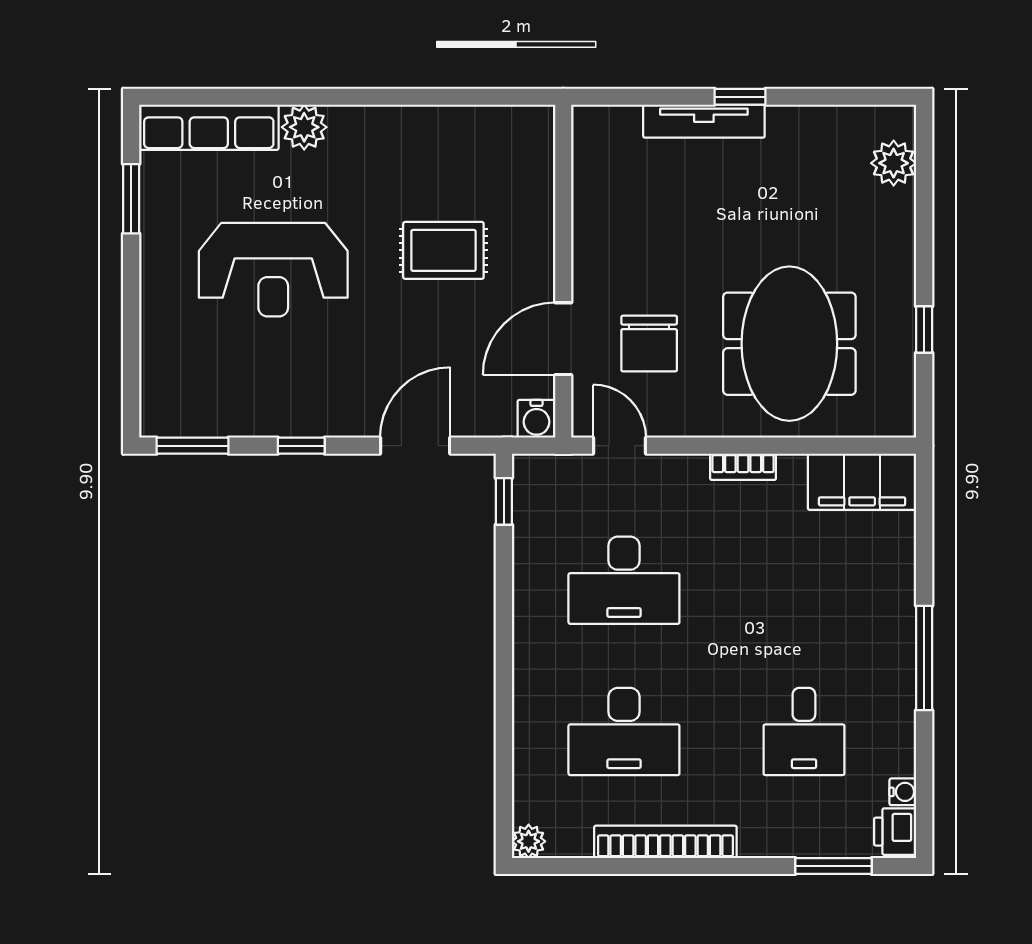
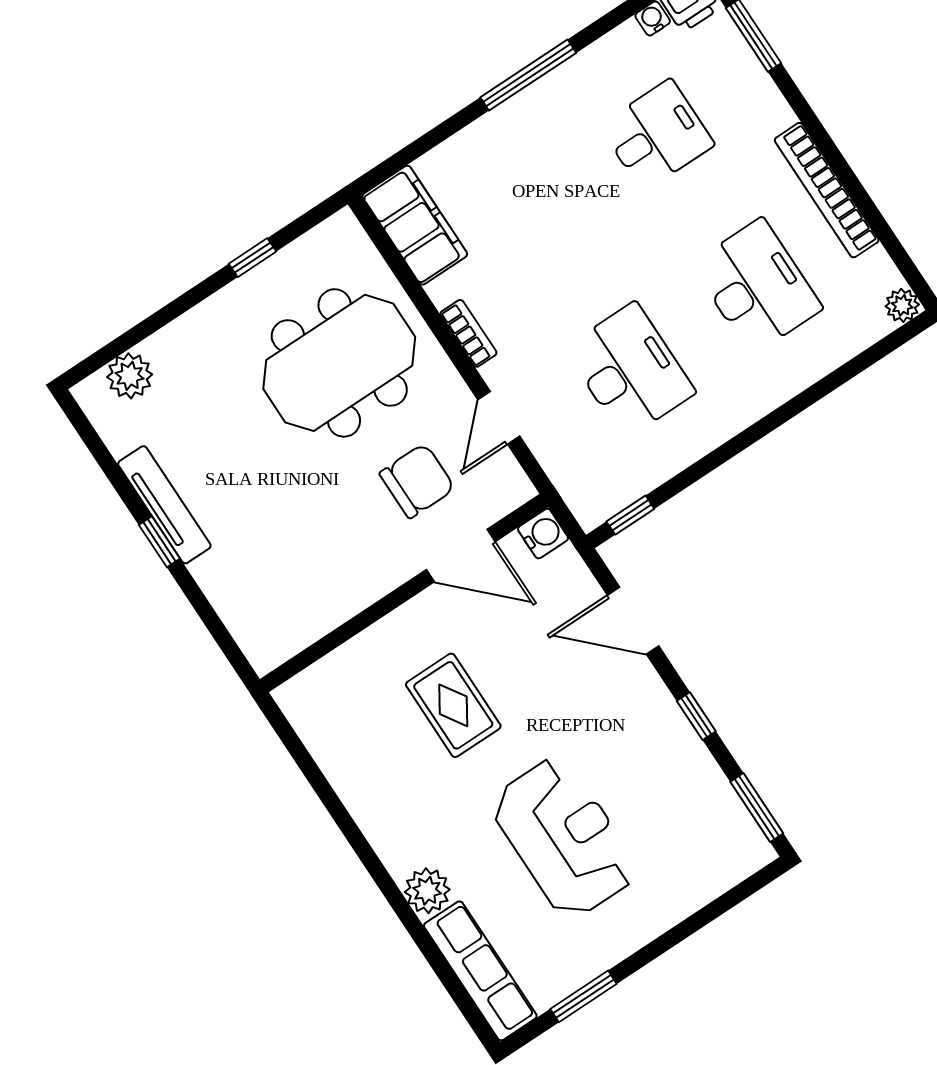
tv unit: (704, 121) -> (164, 505), moved
door: (619, 446) -> (499, 418), moved

